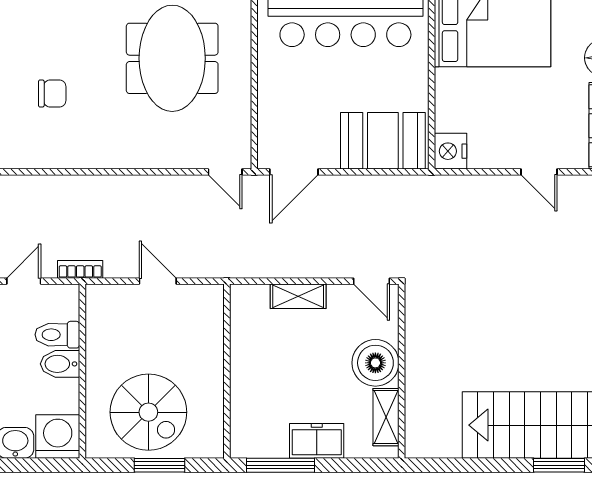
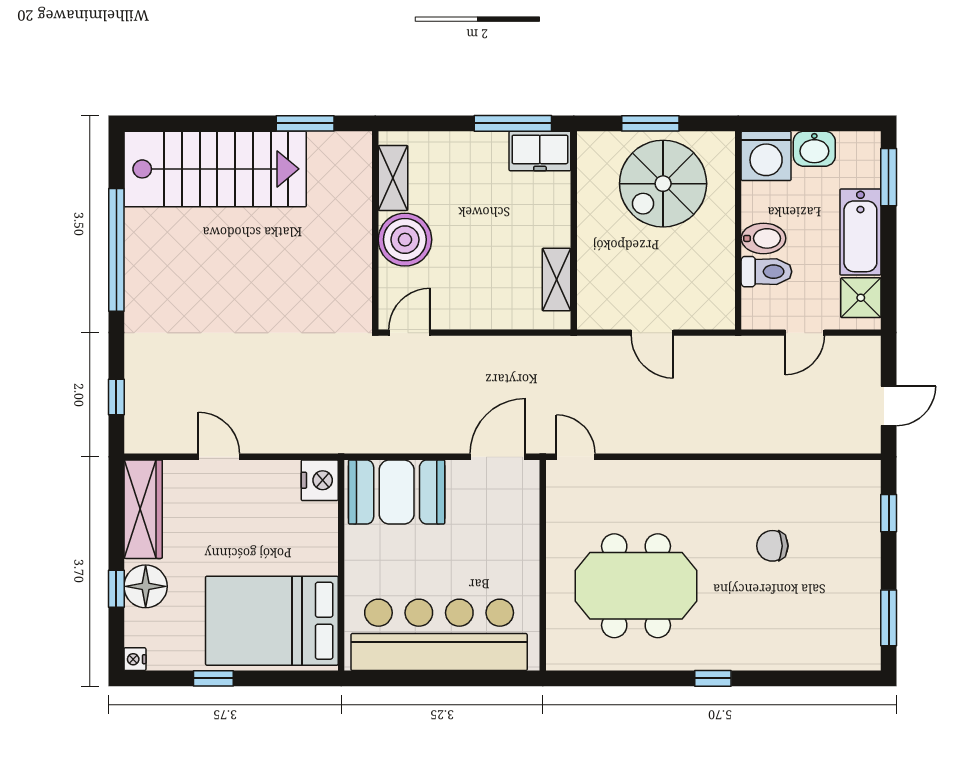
meeting table: (172, 58) -> (636, 586), turned 90
bookcase: (80, 269) -> (741, 346), removed
door: (372, 281) -> (409, 333), hinge flipped
shelving: (298, 296) -> (556, 280), moved, turned 90
spiral stairs: (148, 412) -> (663, 184), turned -90
freezer: (317, 441) -> (540, 151), moved
window: (559, 465) -> (305, 123), moved

